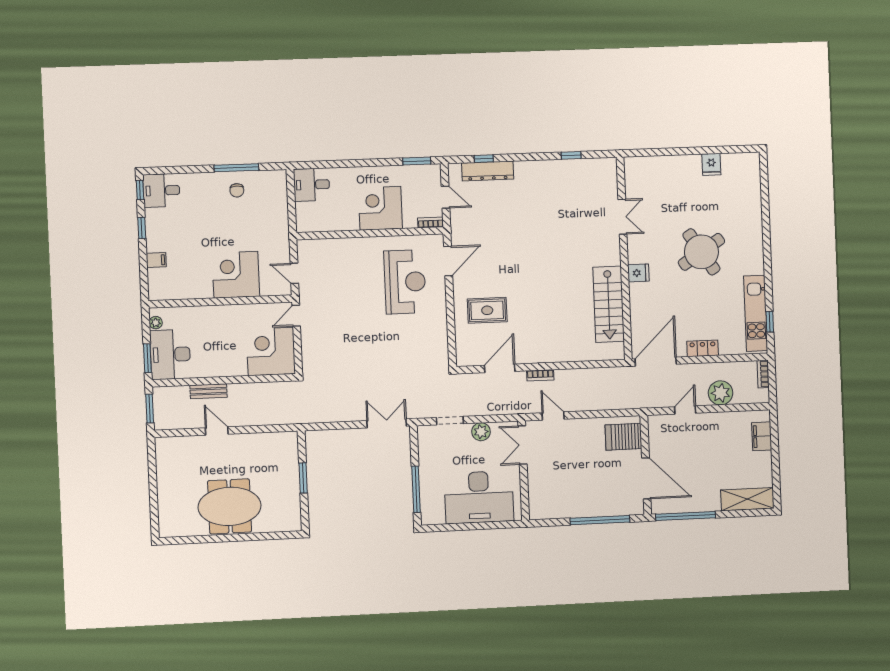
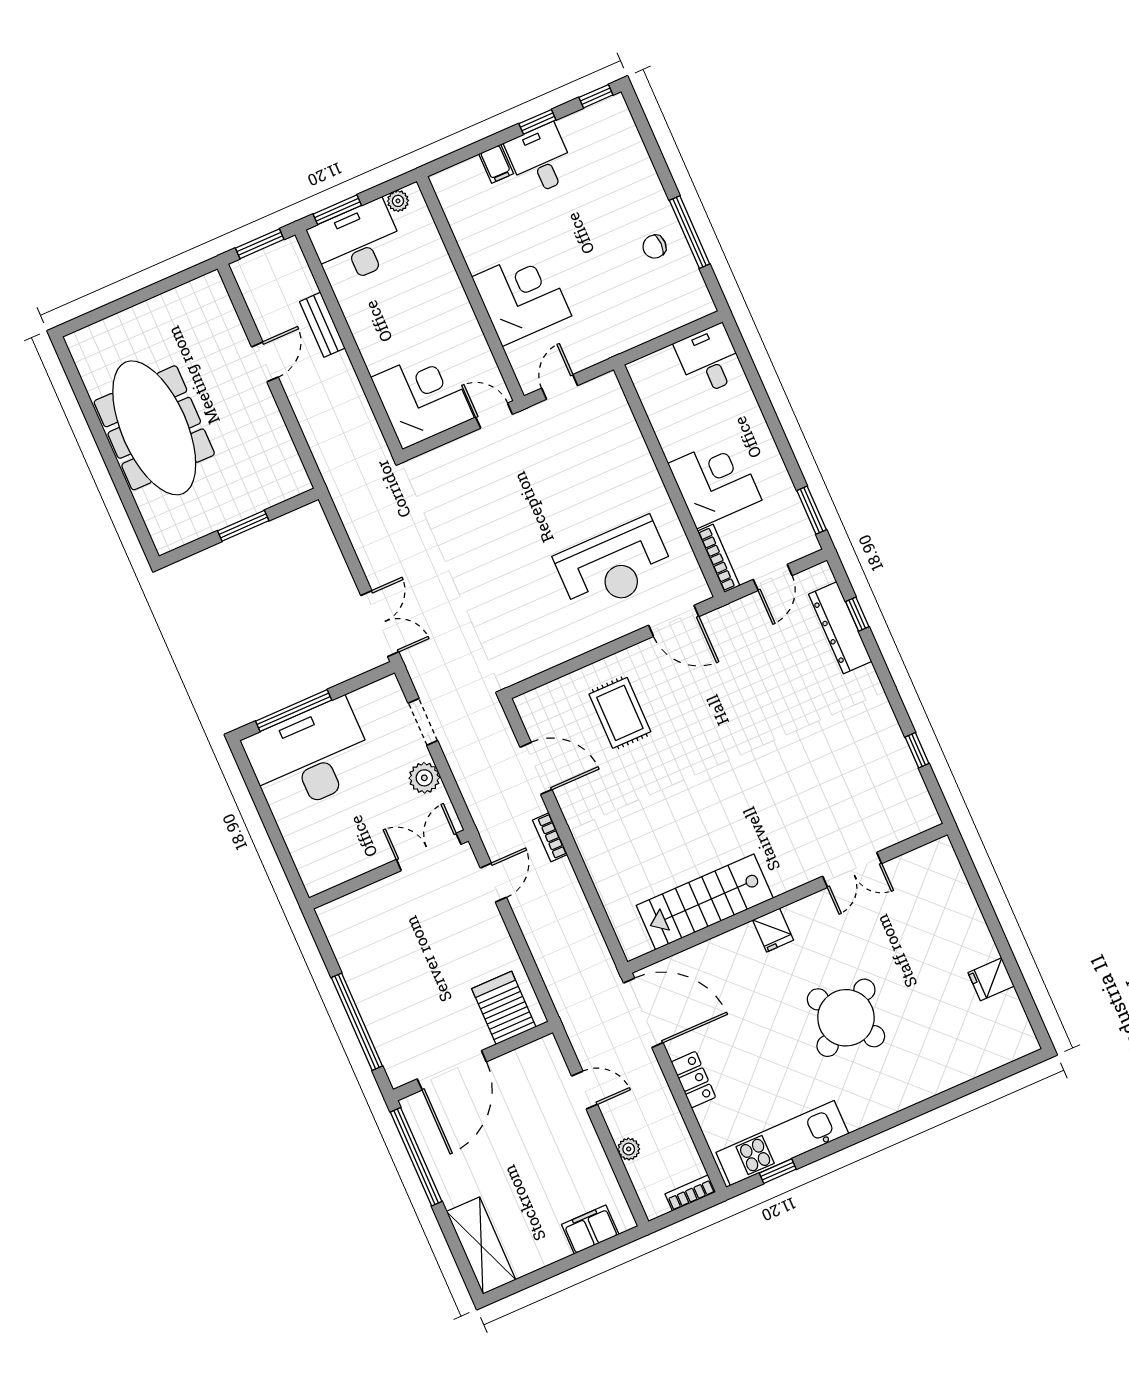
desk: (161, 191) -> (540, 159), moved
bookcase: (431, 222) -> (719, 558), width x1.56
plant: (721, 393) -> (629, 1149), width x0.53, depth x0.53
desk: (479, 497) -> (310, 757), moved, turned 90
meeting table: (230, 506) -> (154, 428), width x1.36

